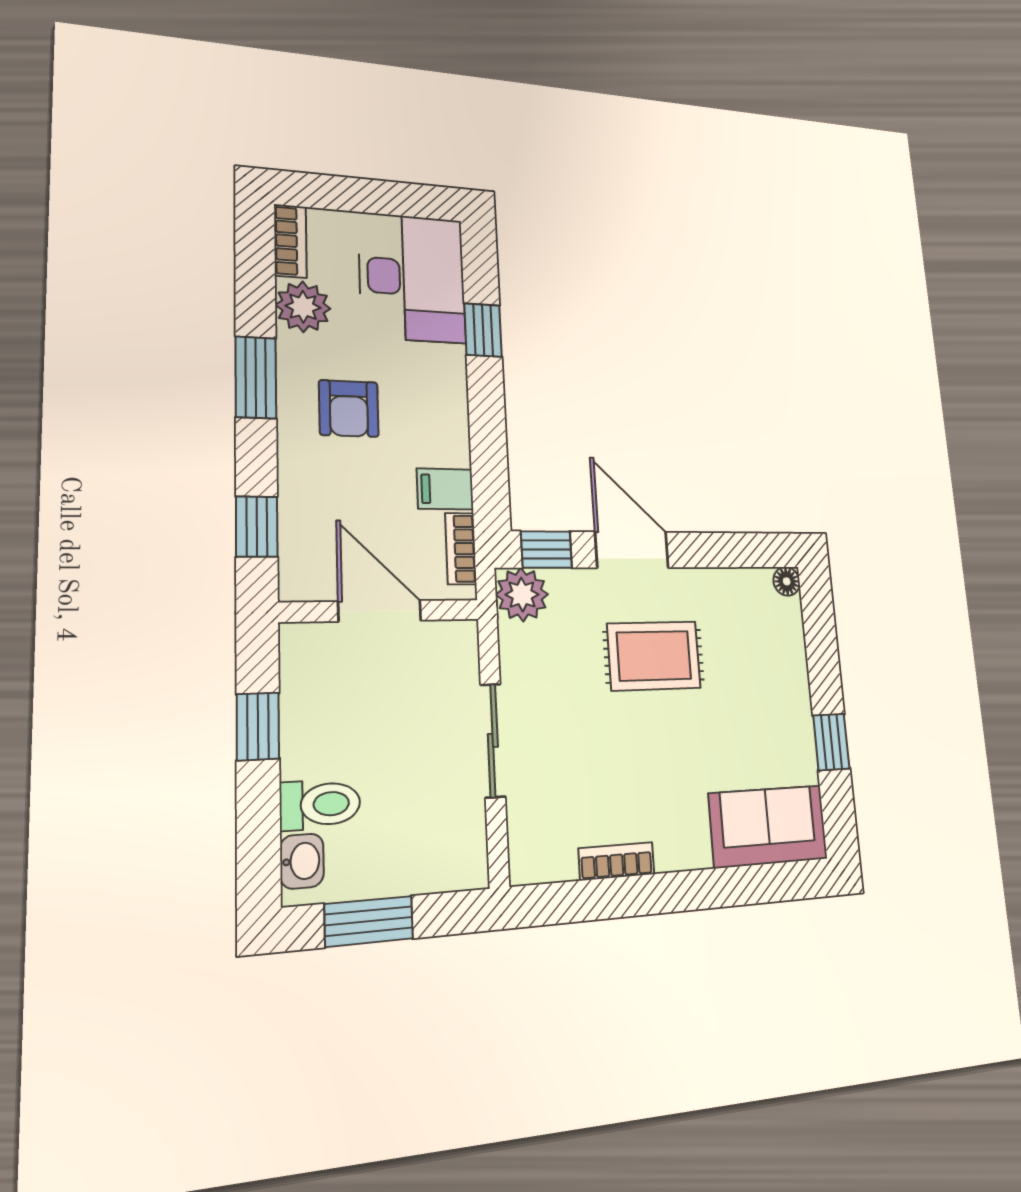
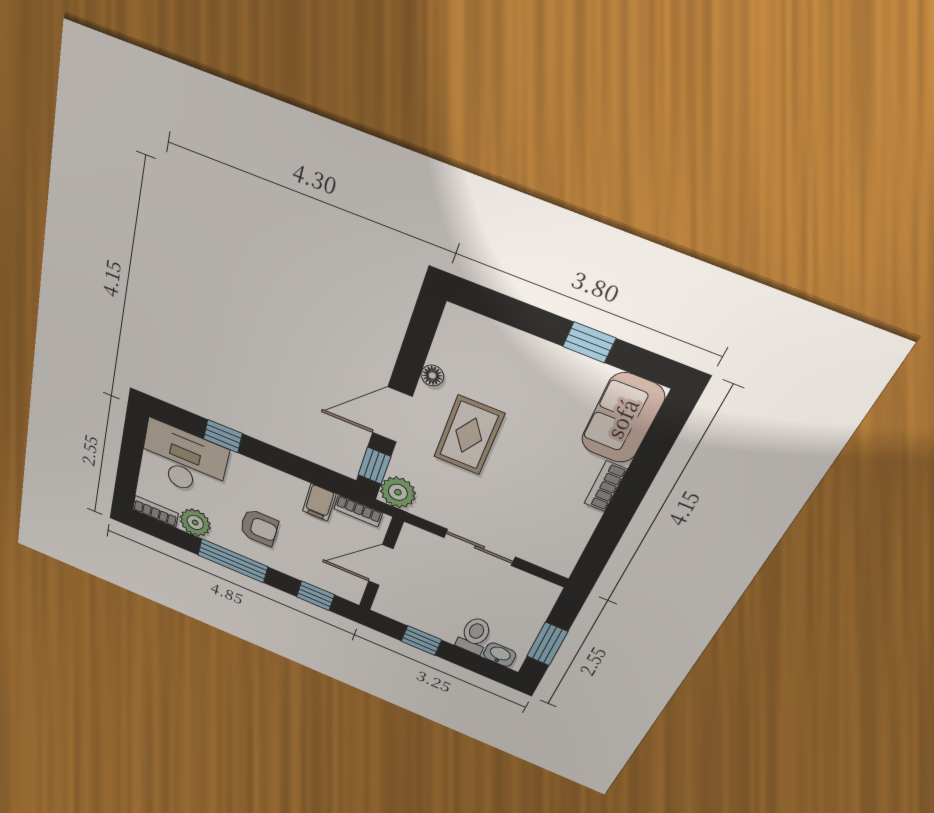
window: (256, 377) -> (233, 561), width x1.44
floor lamp: (787, 581) -> (432, 376), moved
bookcase: (616, 861) -> (605, 486), moved

